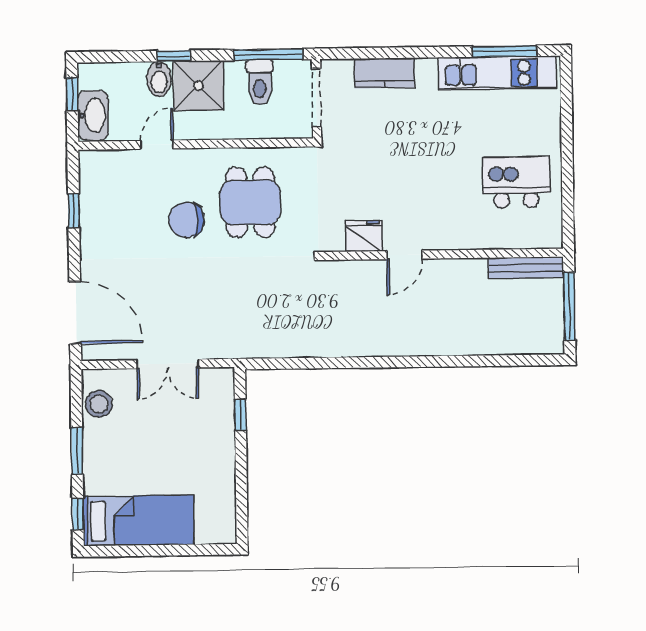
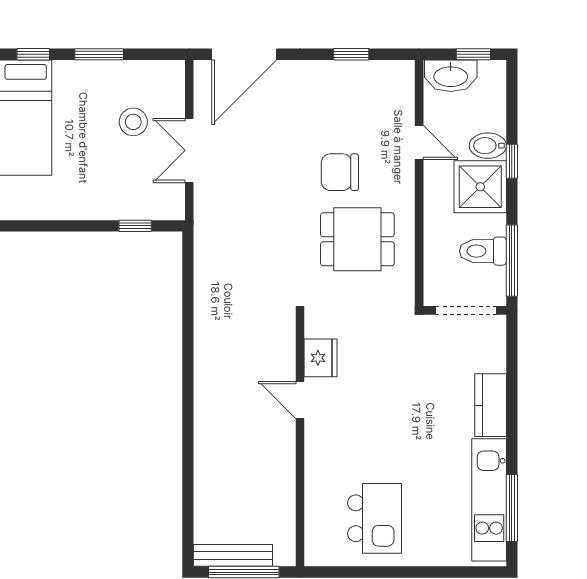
kitchen counter: (384, 73) -> (491, 405), moved
chair: (186, 220) -> (340, 172), turned -90
bench: (526, 268) -> (233, 555), moved, turned 90
stool: (99, 404) -> (133, 122), moved

